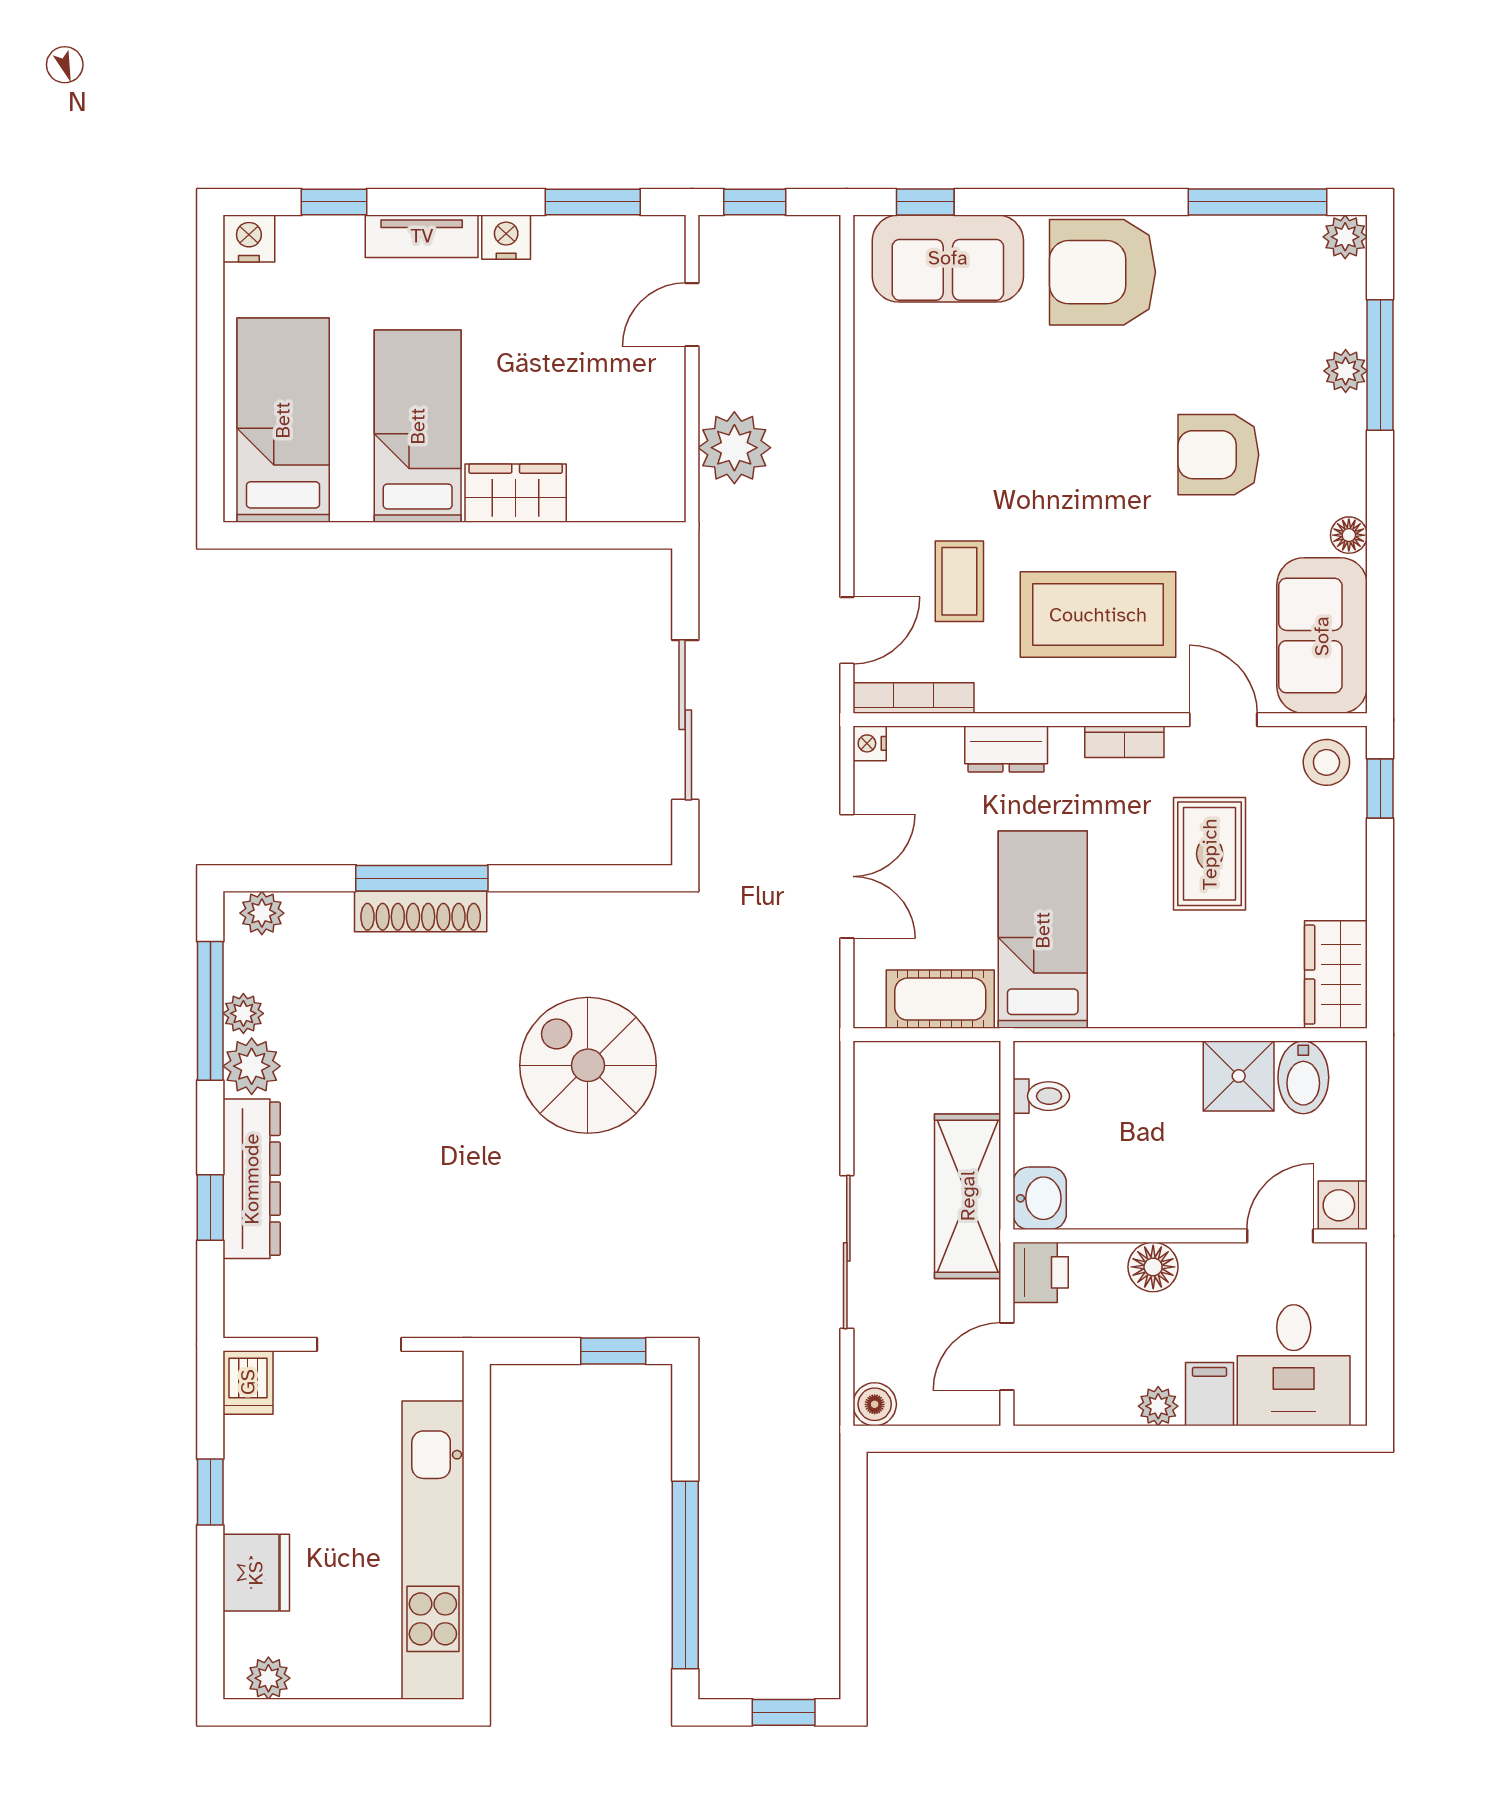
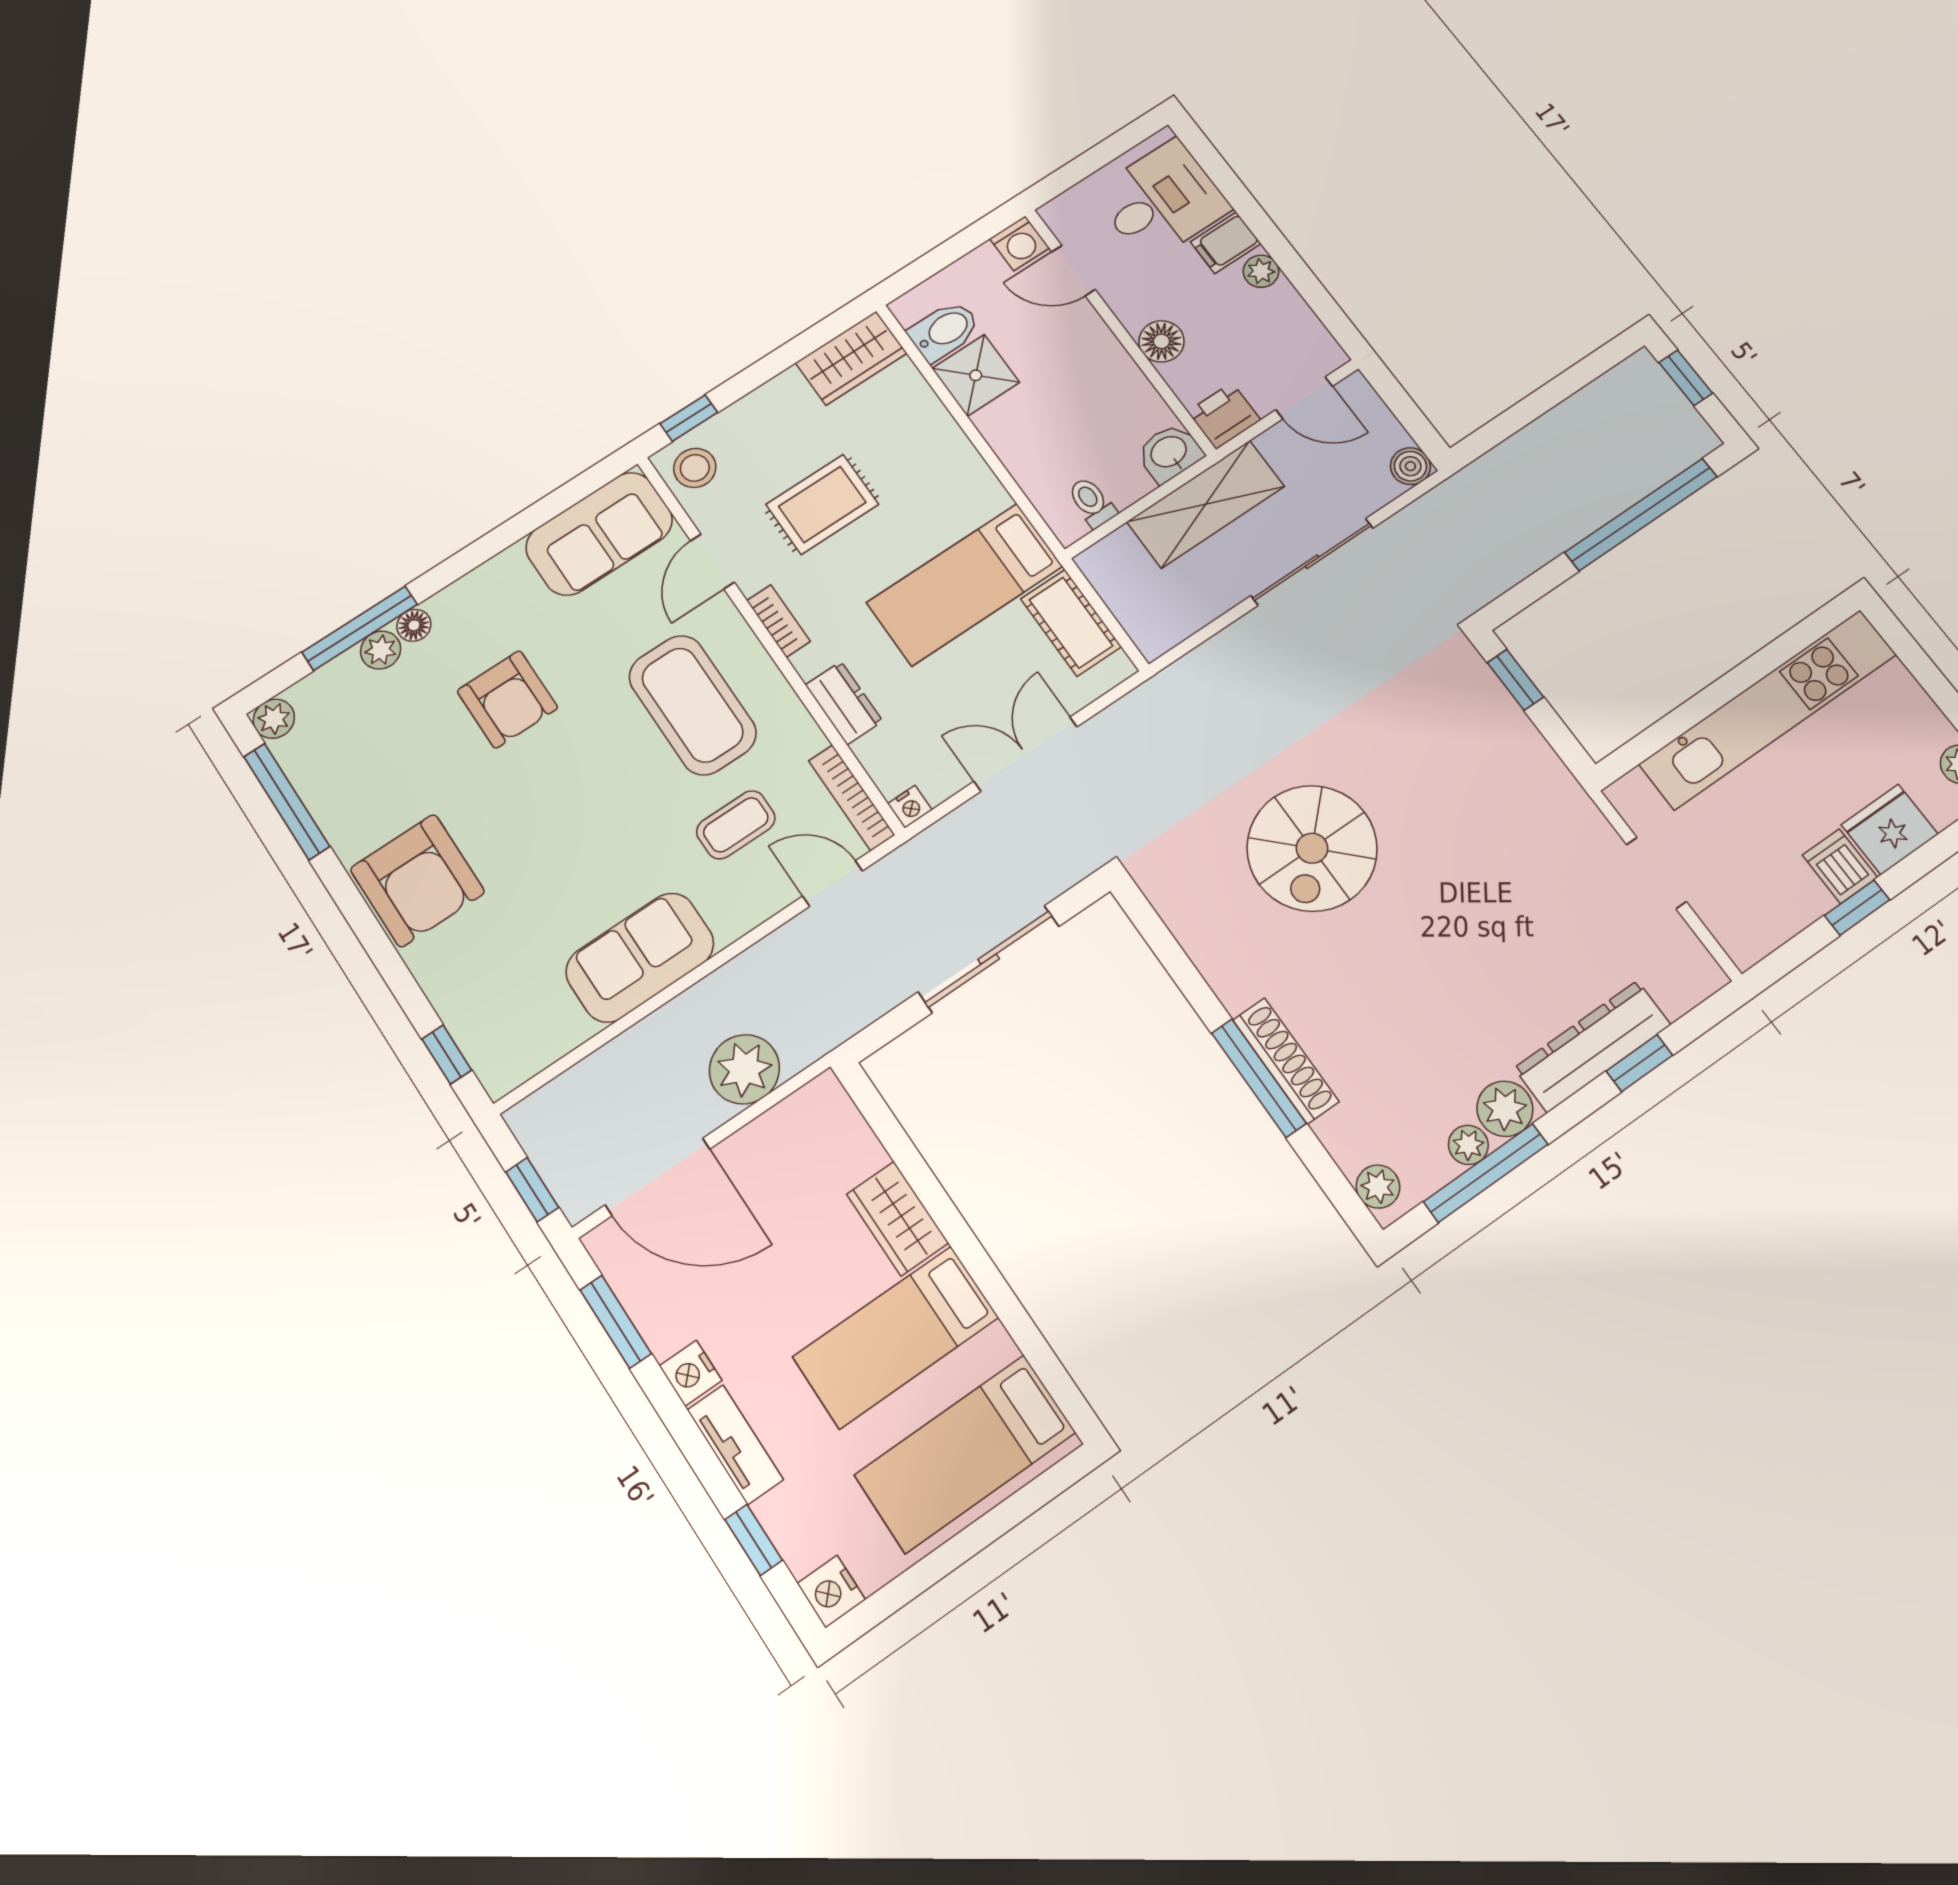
sofa: (948, 258) -> (640, 957), moved, turned -90
door: (692, 315) -> (658, 1177), width x1.88
floor lamp: (1349, 535) -> (414, 625), moved
dishwasher: (248, 1382) -> (1840, 866), moved, turned -90

